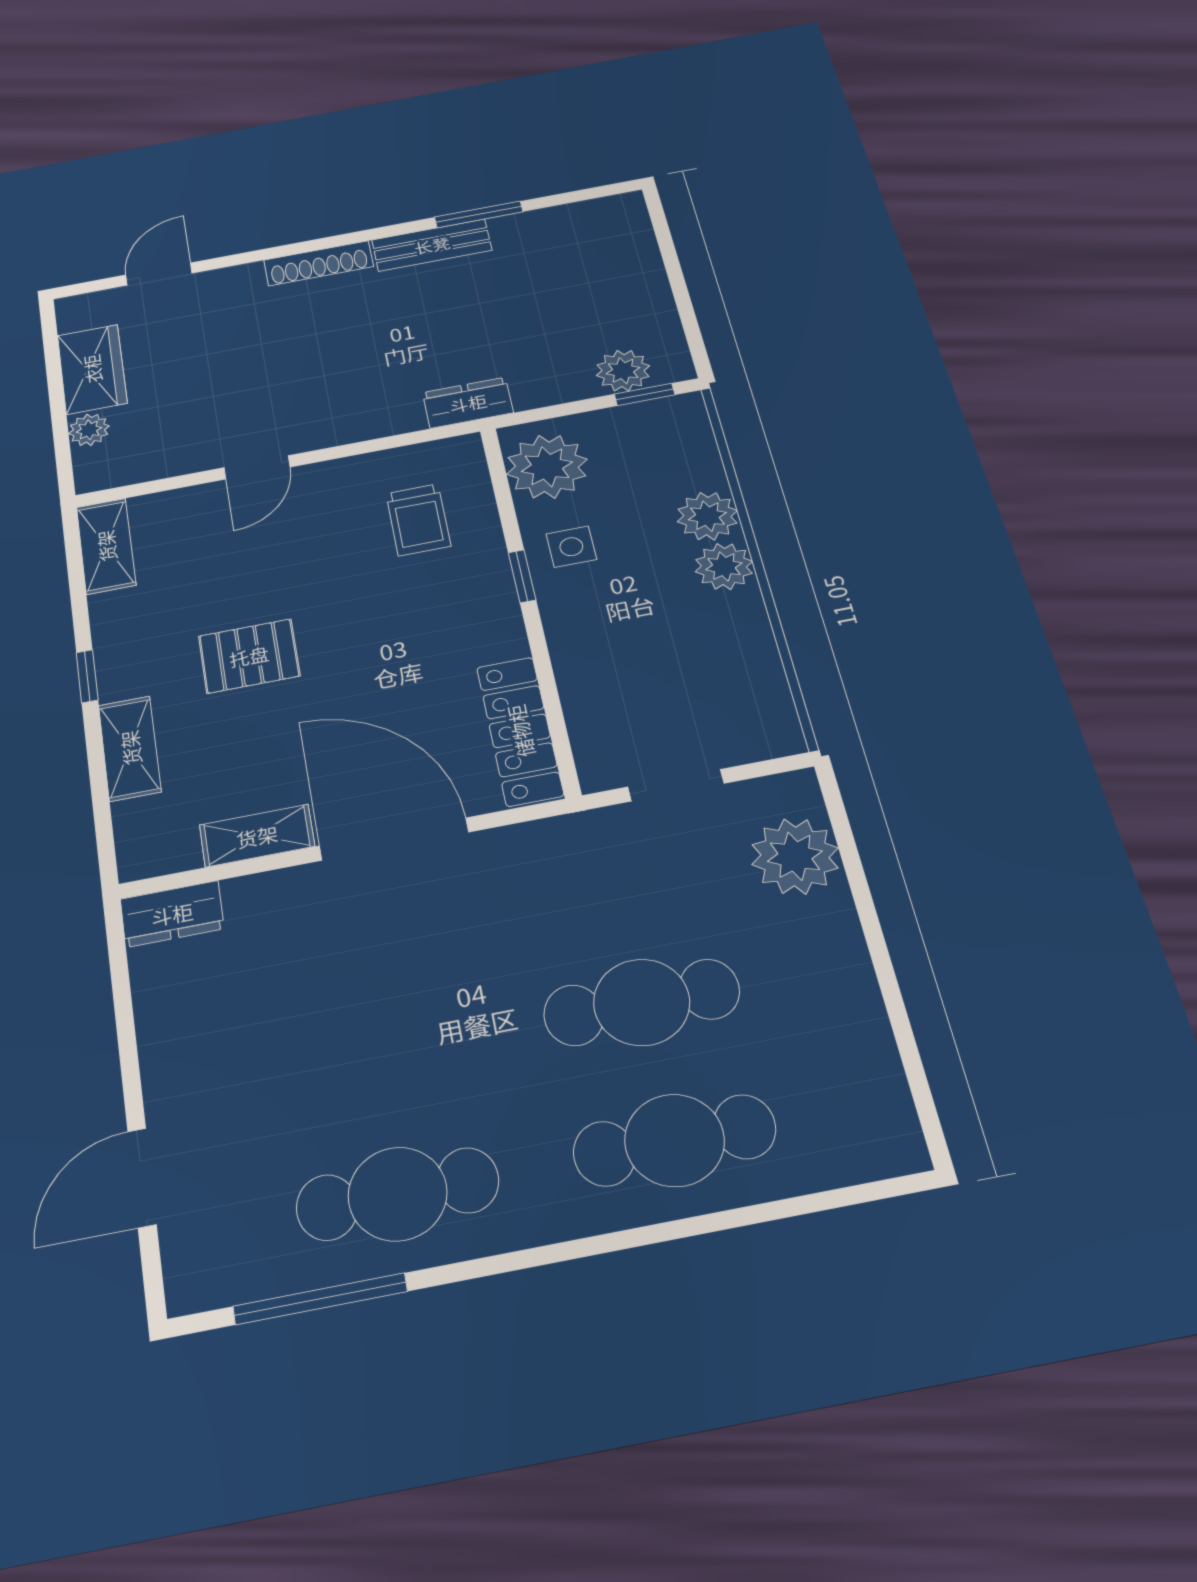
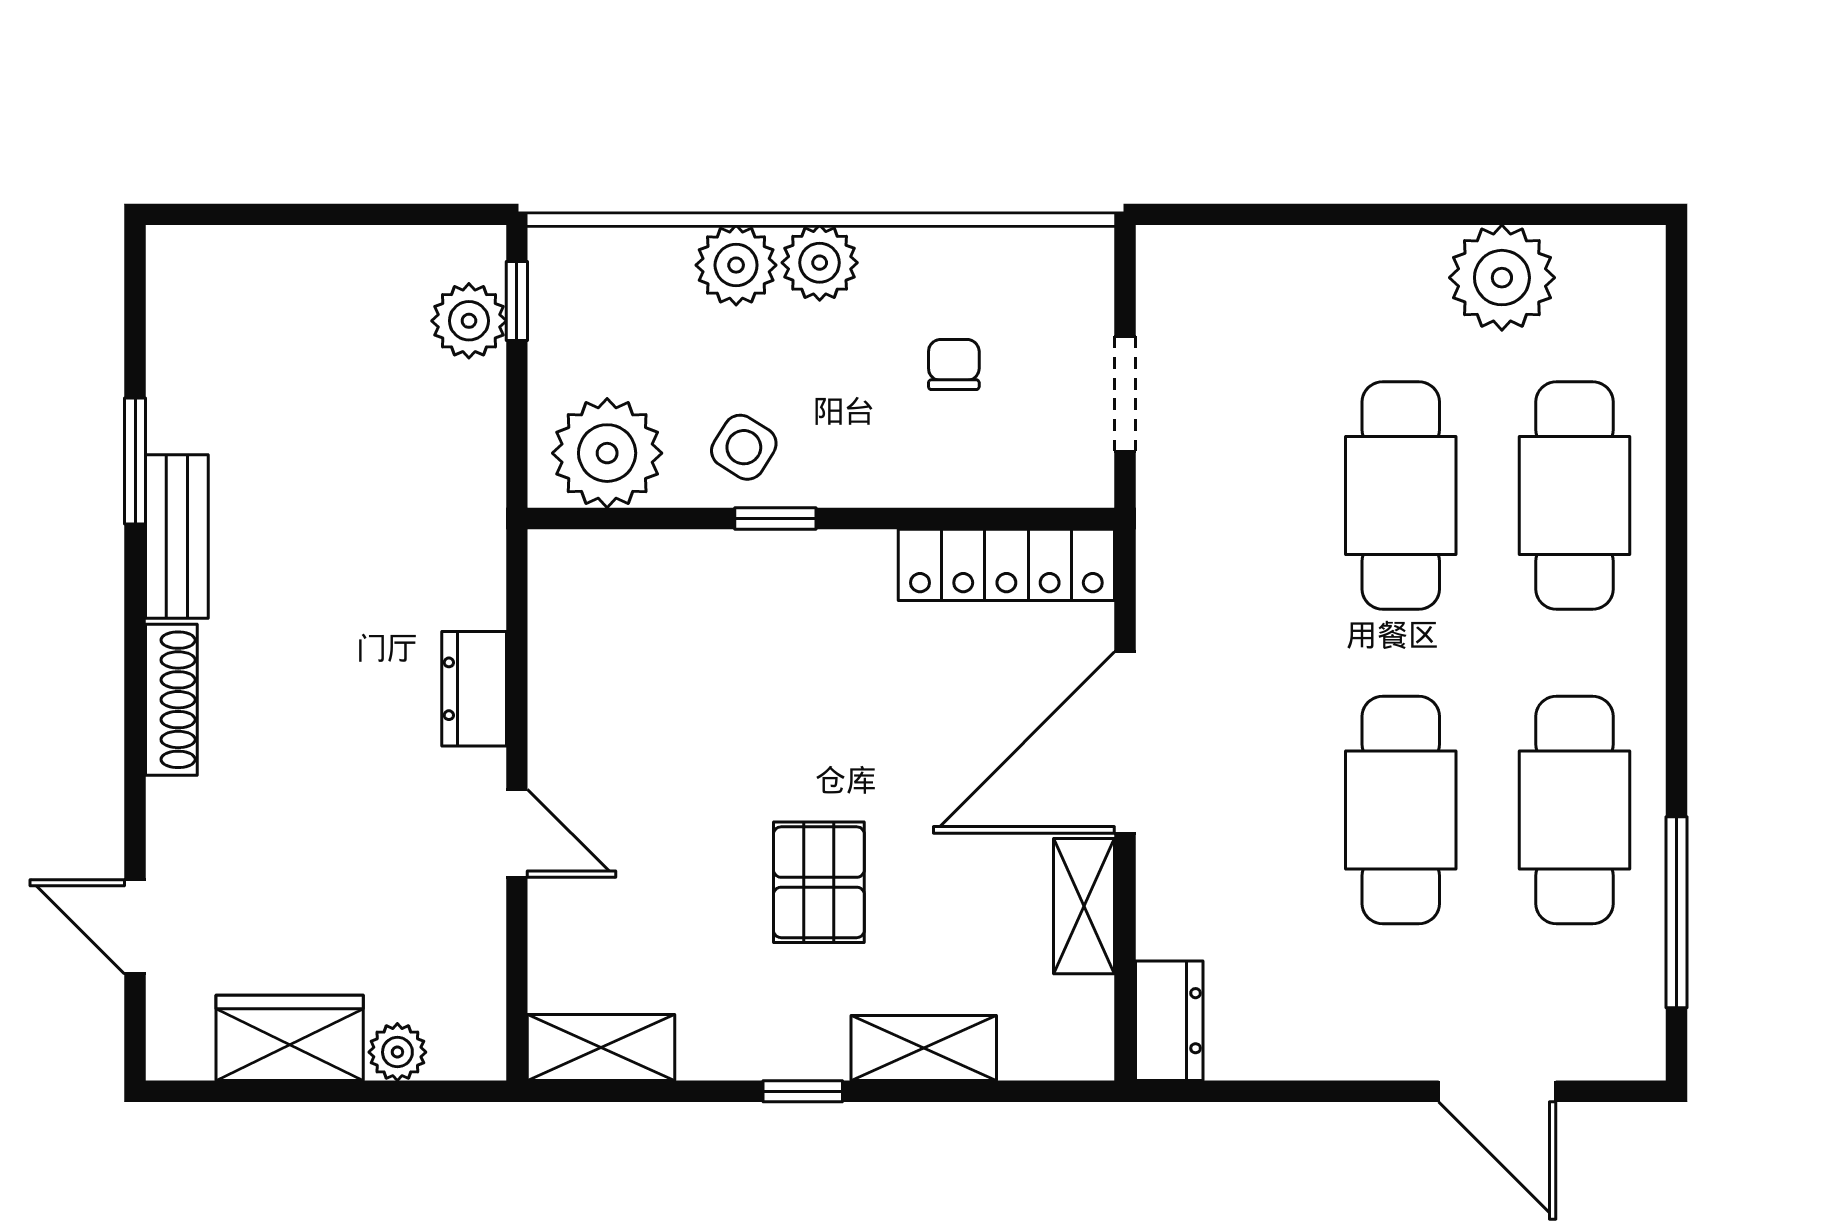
dresser: (468, 403) -> (474, 689), moved
trolley: (418, 520) -> (654, 635), removed
side table: (571, 547) -> (744, 447), turned 32
chair: (669, 666) -> (954, 365), added
plant: (795, 856) -> (1502, 278), moved
cafe table: (374, 1054) -> (1401, 810), added

